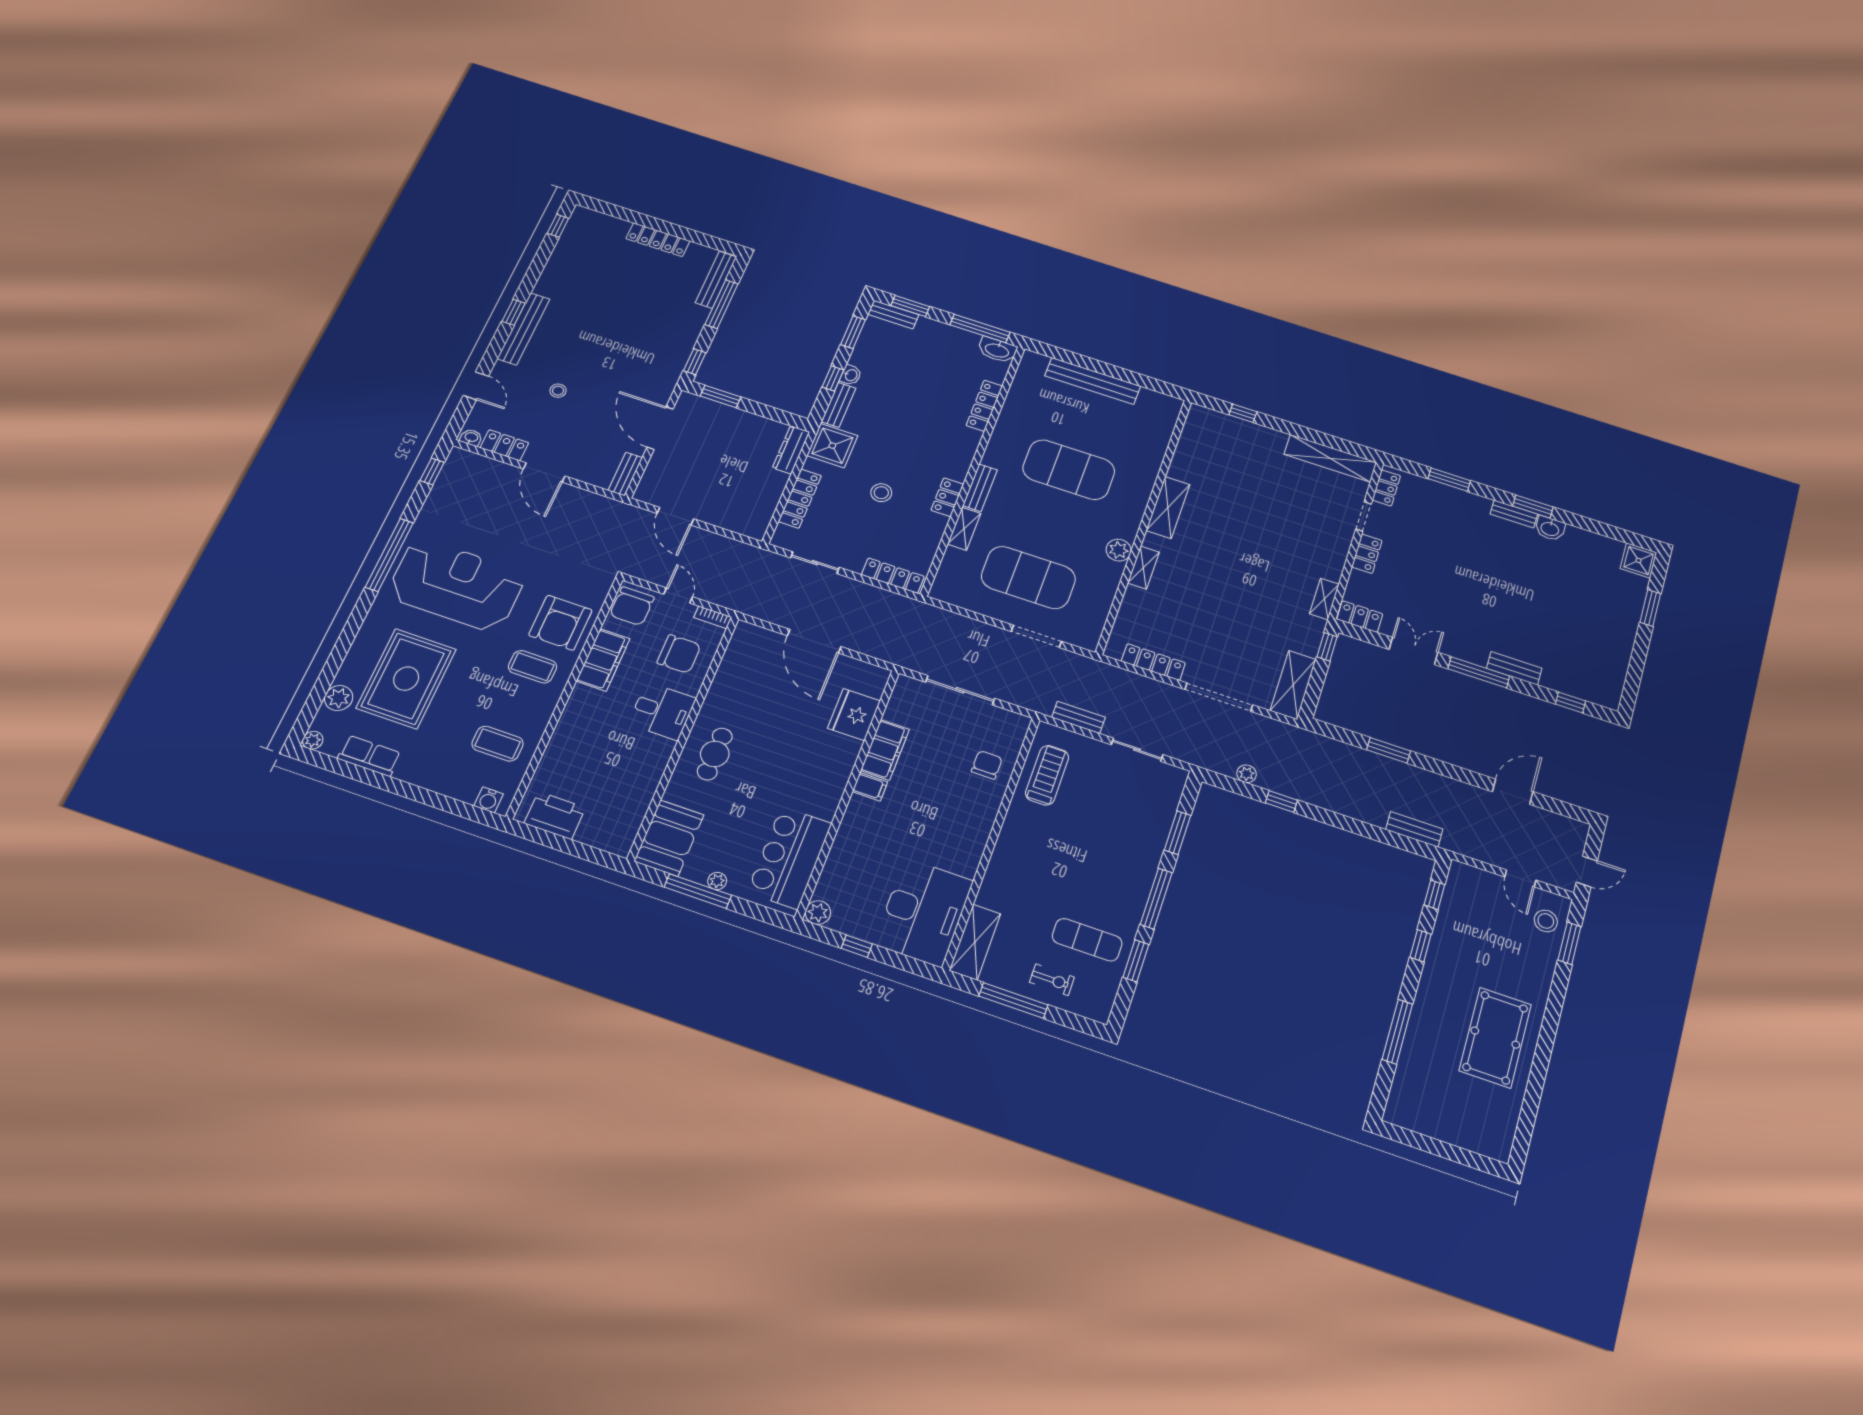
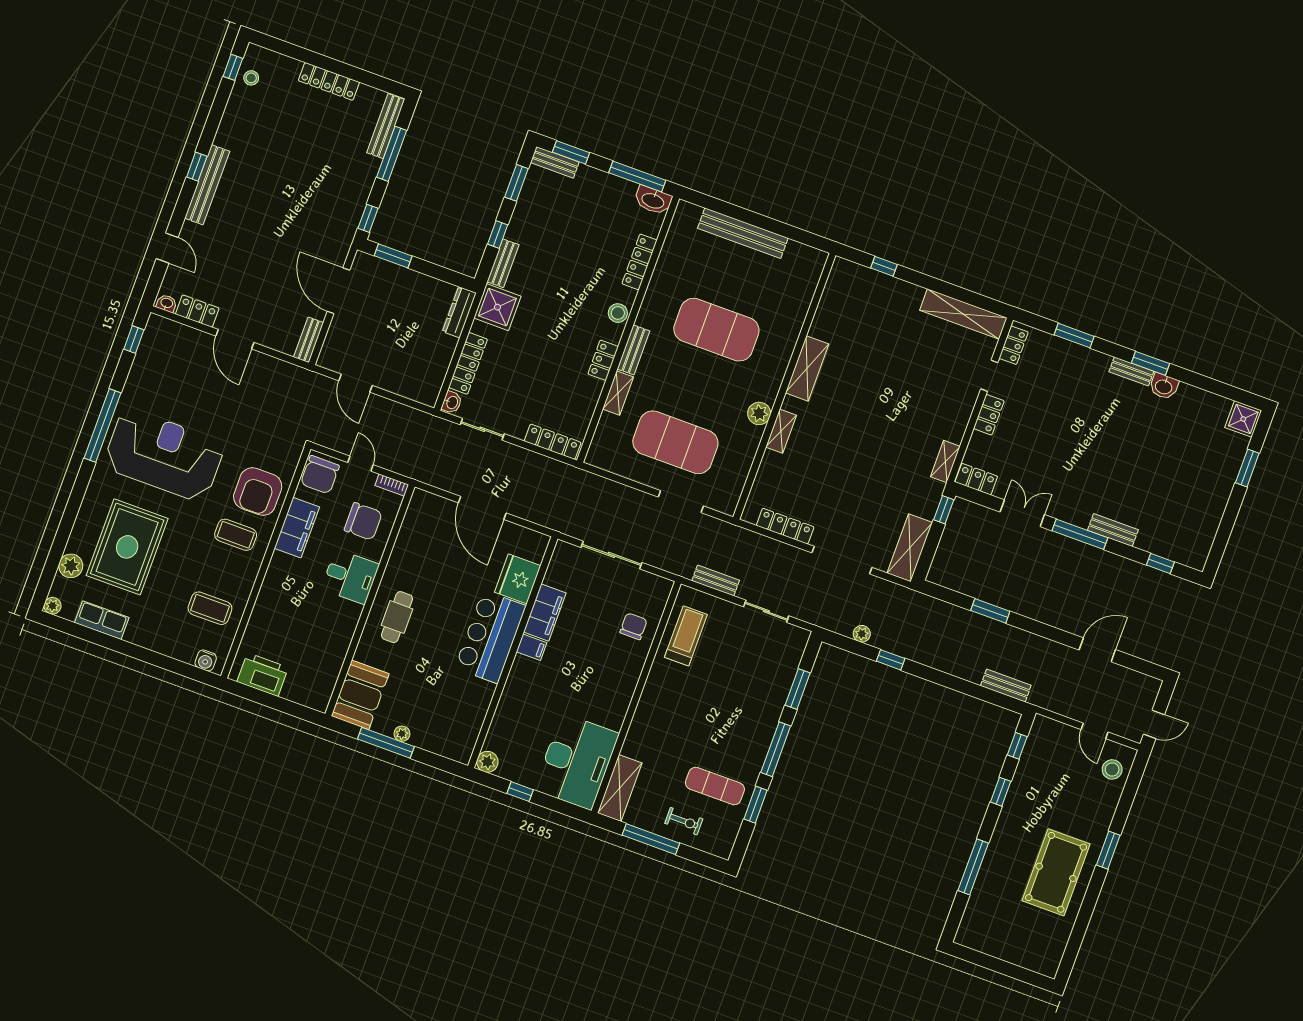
washbasin: (851, 375) -> (452, 402), moved
stool: (558, 391) -> (251, 78), moved
stool: (881, 493) -> (618, 313), moved
bar counter: (790, 858) -> (490, 637), moved
window: (1569, 943) -> (1108, 850), moved

